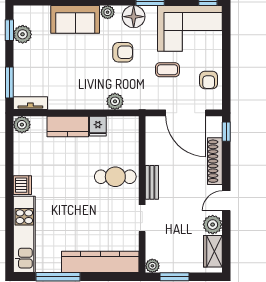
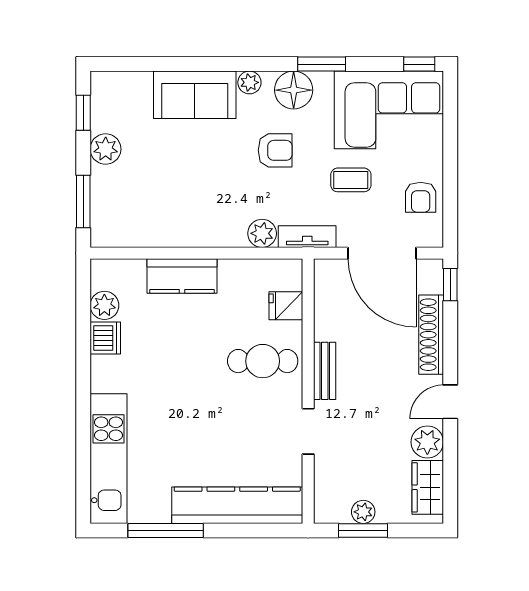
plant: (23, 34) -> (106, 149), moved
tv unit: (30, 103) -> (307, 237), moved
plant: (22, 125) -> (104, 305), moved
fridge: (98, 126) -> (286, 306), moved, turned 90
dishwasher: (22, 185) -> (105, 338), moved
plant: (152, 266) -> (363, 512), moved

